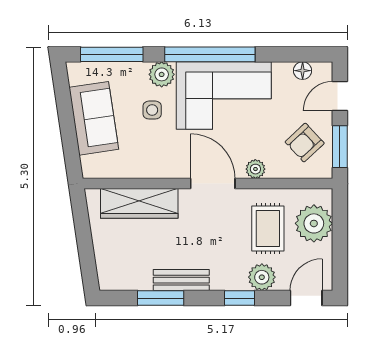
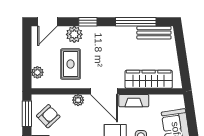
fireplace: (164, 168) -> (134, 101), added
plant: (314, 223) -> (37, 72), width x0.53, depth x0.53
bench: (181, 280) -> (154, 33), moved
window: (161, 298) -> (136, 22), width x1.44

